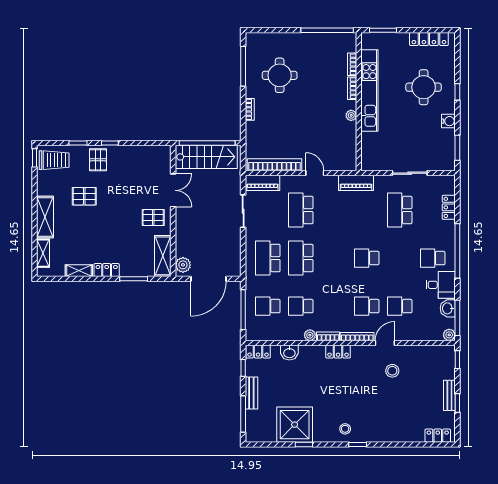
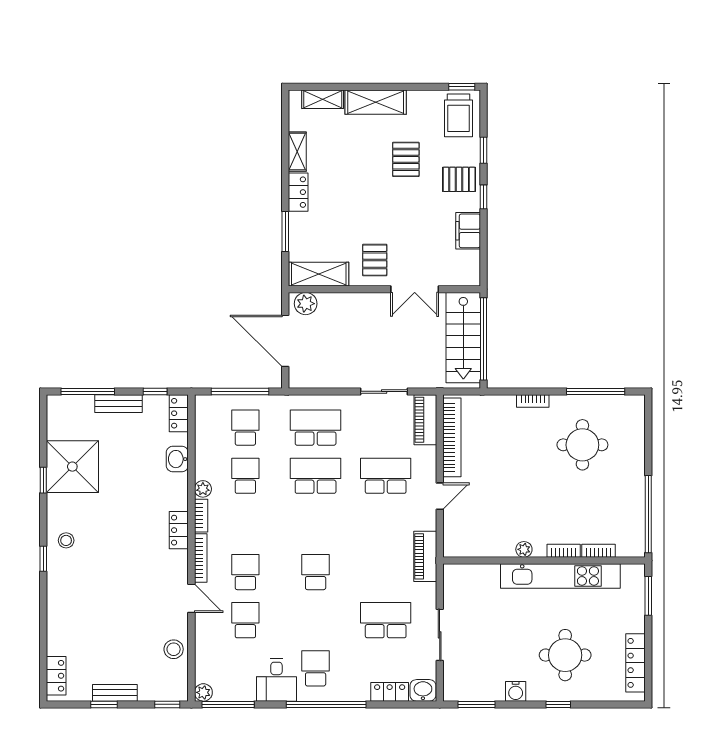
filing cabinet: (133, 154) -> (468, 231), added
washbasin: (448, 308) -> (423, 690), moved
stool: (392, 371) -> (174, 649), moved

